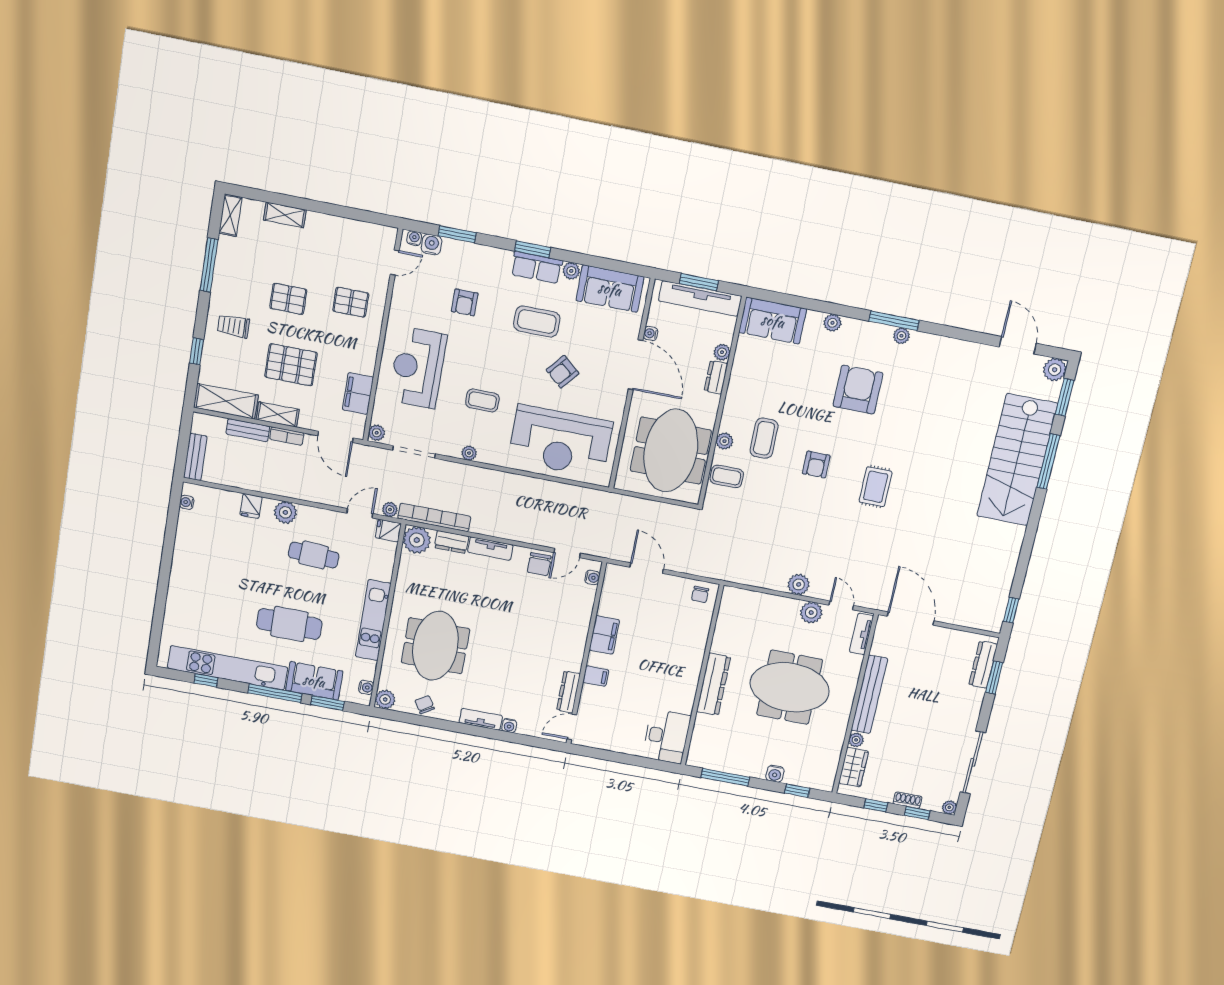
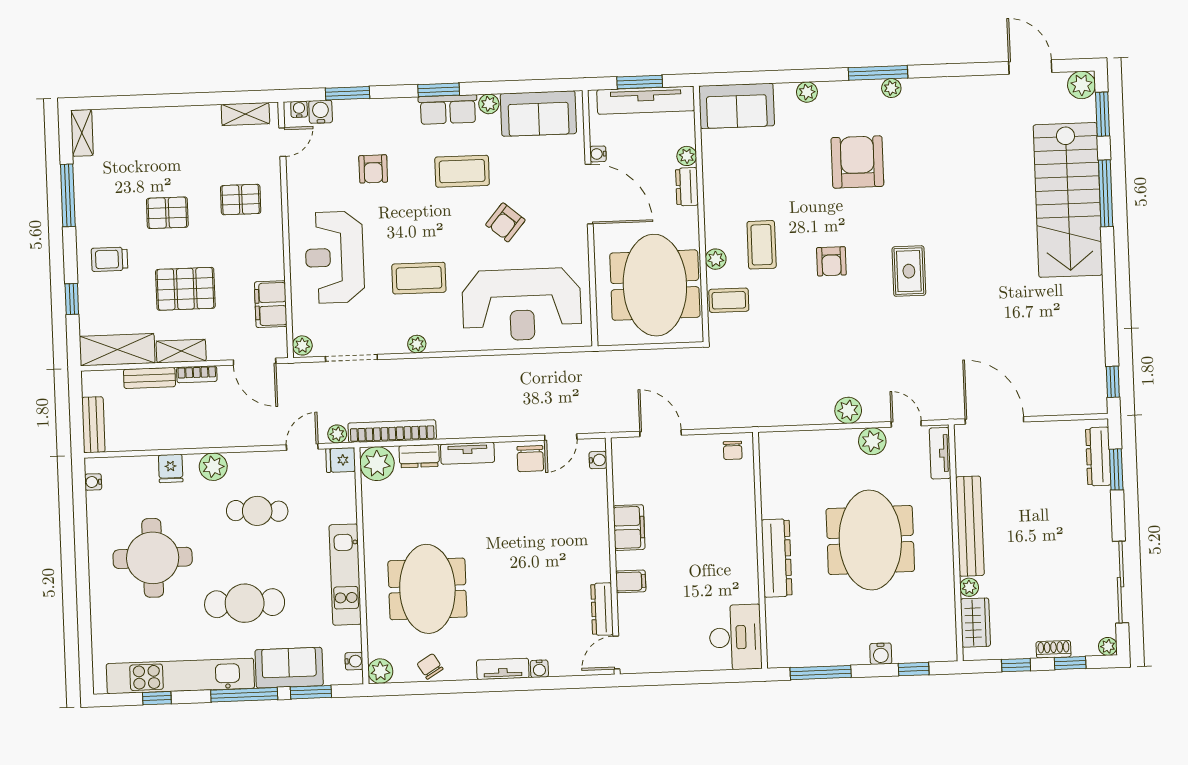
shelving: (285, 215) -> (245, 114), moved
coffee table: (482, 401) -> (419, 278), width x1.36, depth x1.30
round table: (223, 572) -> (153, 558), added
meeting table: (790, 687) -> (870, 540), turned 90

